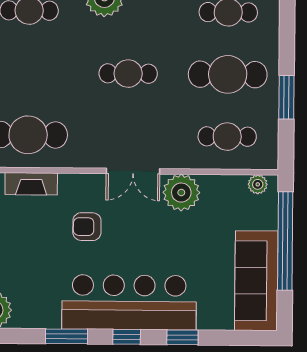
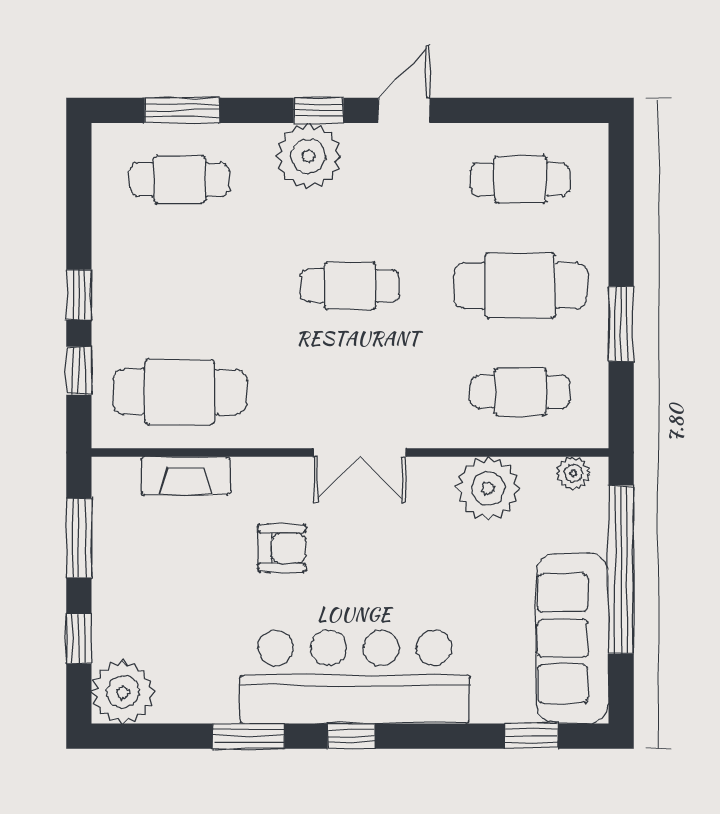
plant: (181, 193) -> (488, 488), moved
armchair: (87, 227) -> (282, 548), turned 180
window: (182, 337) -> (531, 736), moved

